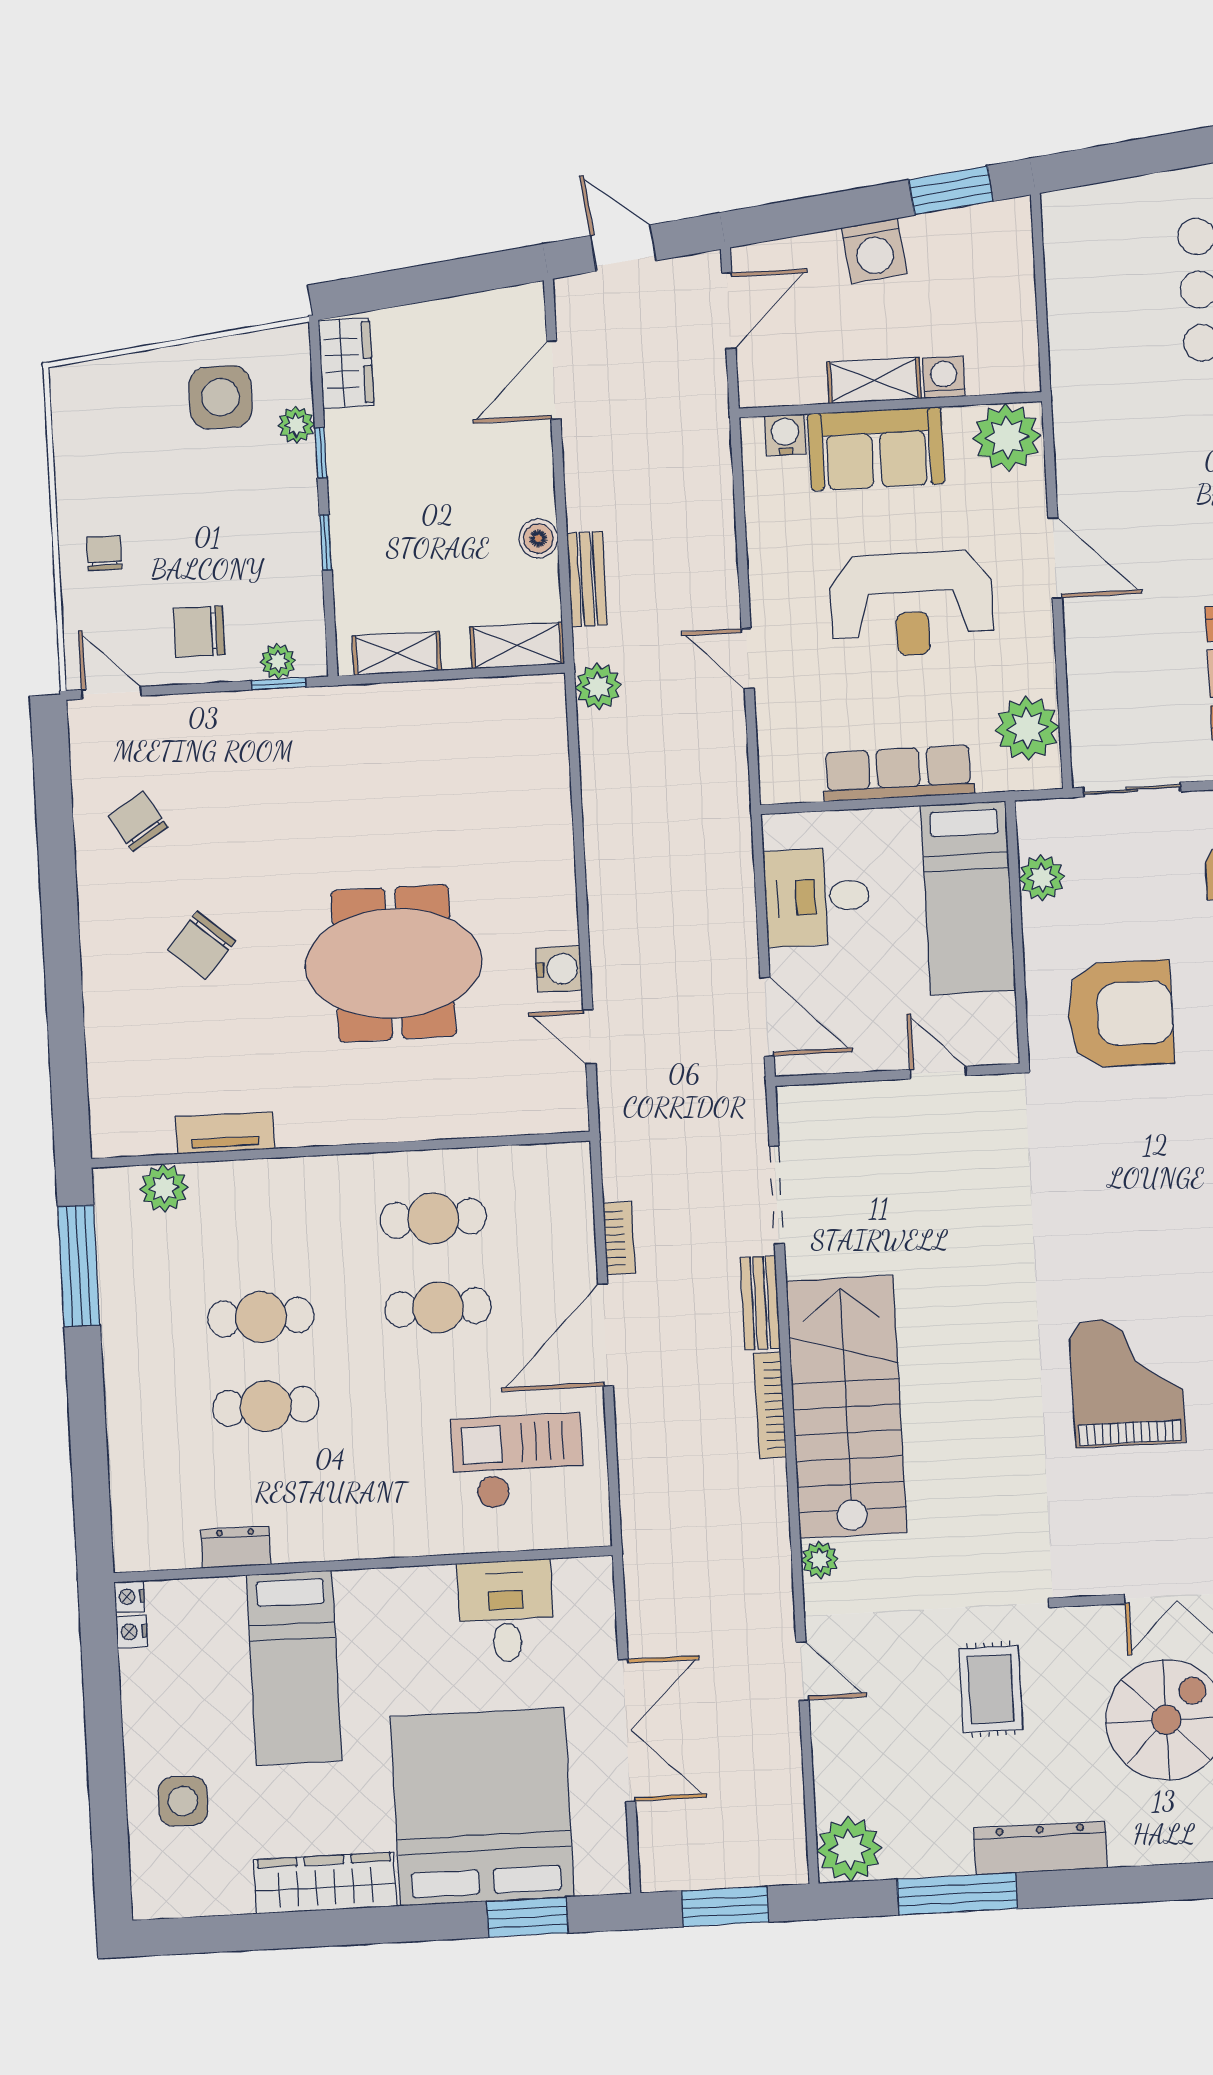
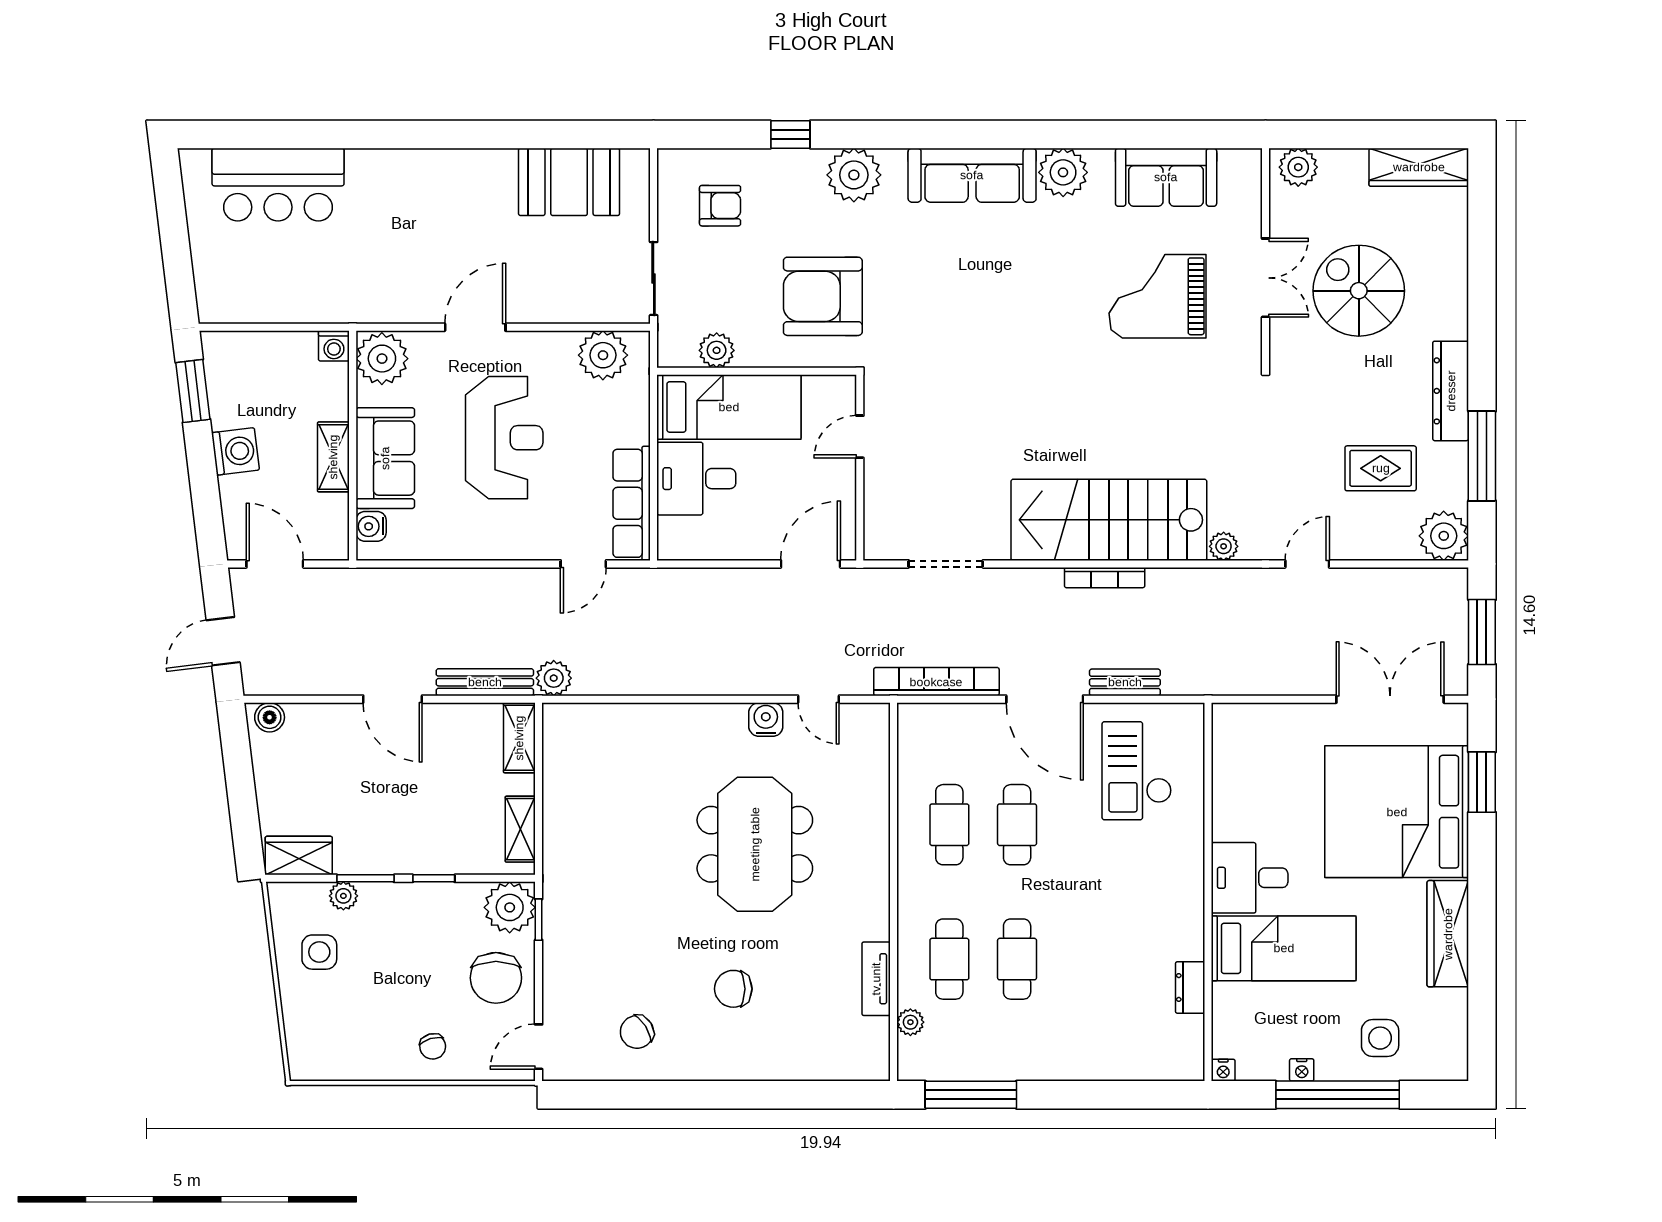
washing machine: (944, 377) -> (334, 346), moved, turned -90
door: (554, 380) -> (393, 699), moved
side table: (220, 397) -> (319, 952), width x0.73, depth x0.73
window: (321, 453) -> (366, 878), width x1.50
boiler: (538, 538) -> (270, 717), moved
chair: (104, 553) -> (433, 1046), turned -106
bench: (587, 579) -> (485, 682), width x1.36
chair: (199, 632) -> (496, 978), width x1.37, depth x1.37
door: (748, 658) -> (583, 564), moved
plant: (278, 661) -> (510, 907), width x1.87, depth x1.87
row of seats: (898, 773) -> (632, 503), moved
desk: (817, 897) -> (696, 479), moved, turned 90
chair: (202, 945) -> (733, 989), turned 139
armchair: (1120, 1014) -> (823, 296), turned -90
door: (589, 1037) -> (818, 699), hinge flipped
plant: (164, 1188) -> (910, 1022), width x0.73, depth x0.73
bookcase: (619, 1238) -> (936, 682), width x2.31, depth x1.31
bench: (760, 1303) -> (1125, 682), moved
grand piano: (1127, 1382) -> (1157, 296), moved
cafe table: (266, 1406) -> (949, 959), moved
desk: (506, 1611) -> (1250, 878), moved
nightstand: (132, 1632) -> (1302, 1070), moved
rug: (991, 1689) -> (1381, 468), moved
double door: (627, 1731) -> (1390, 699), moved
window: (105, 1749) -> (1338, 1095), added

